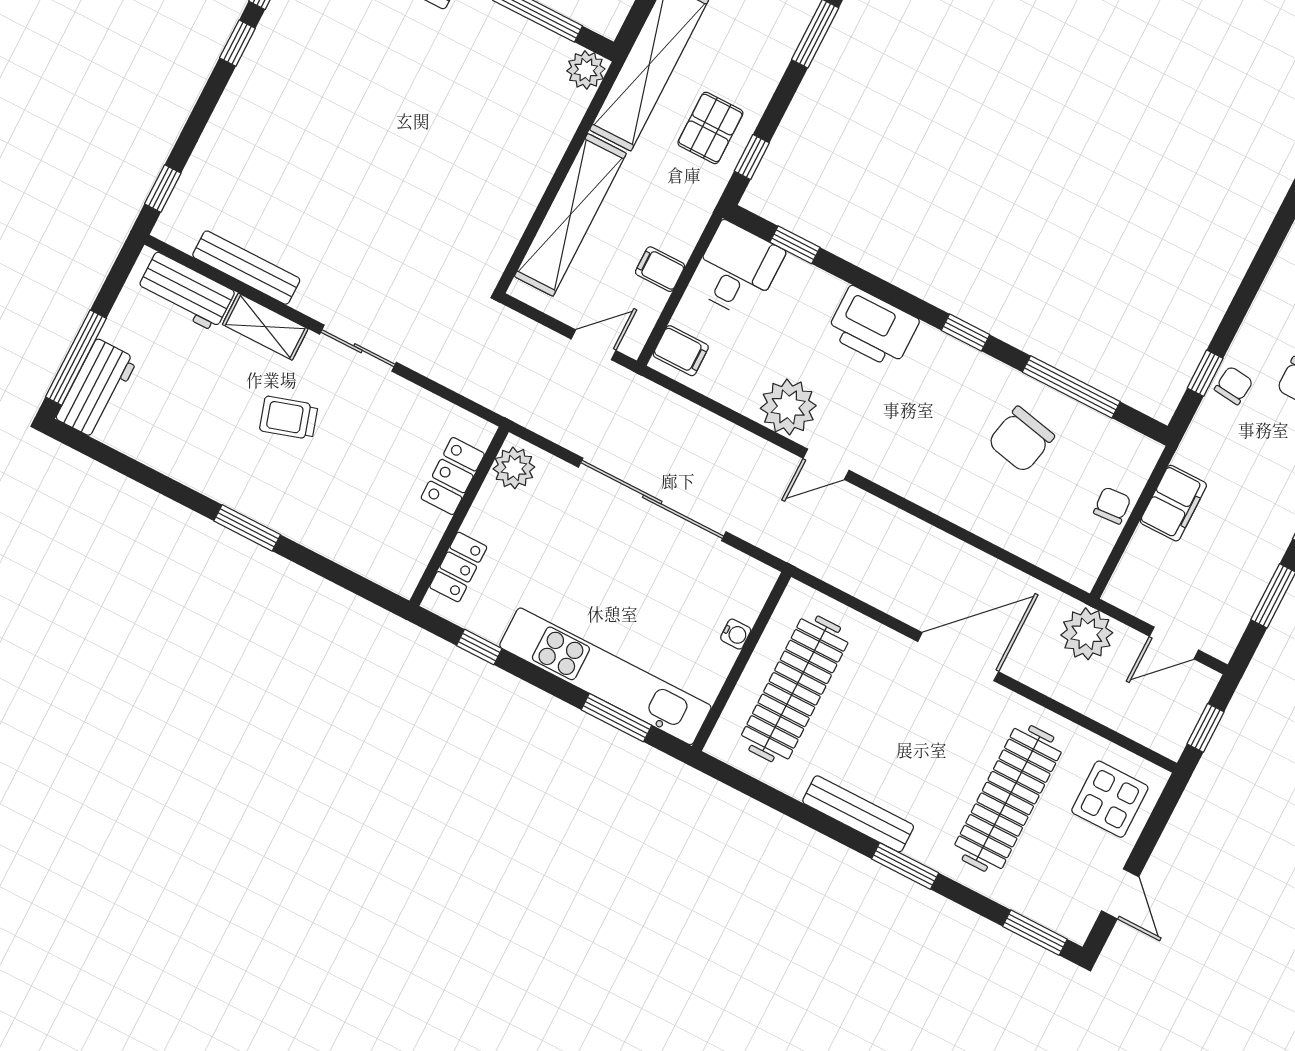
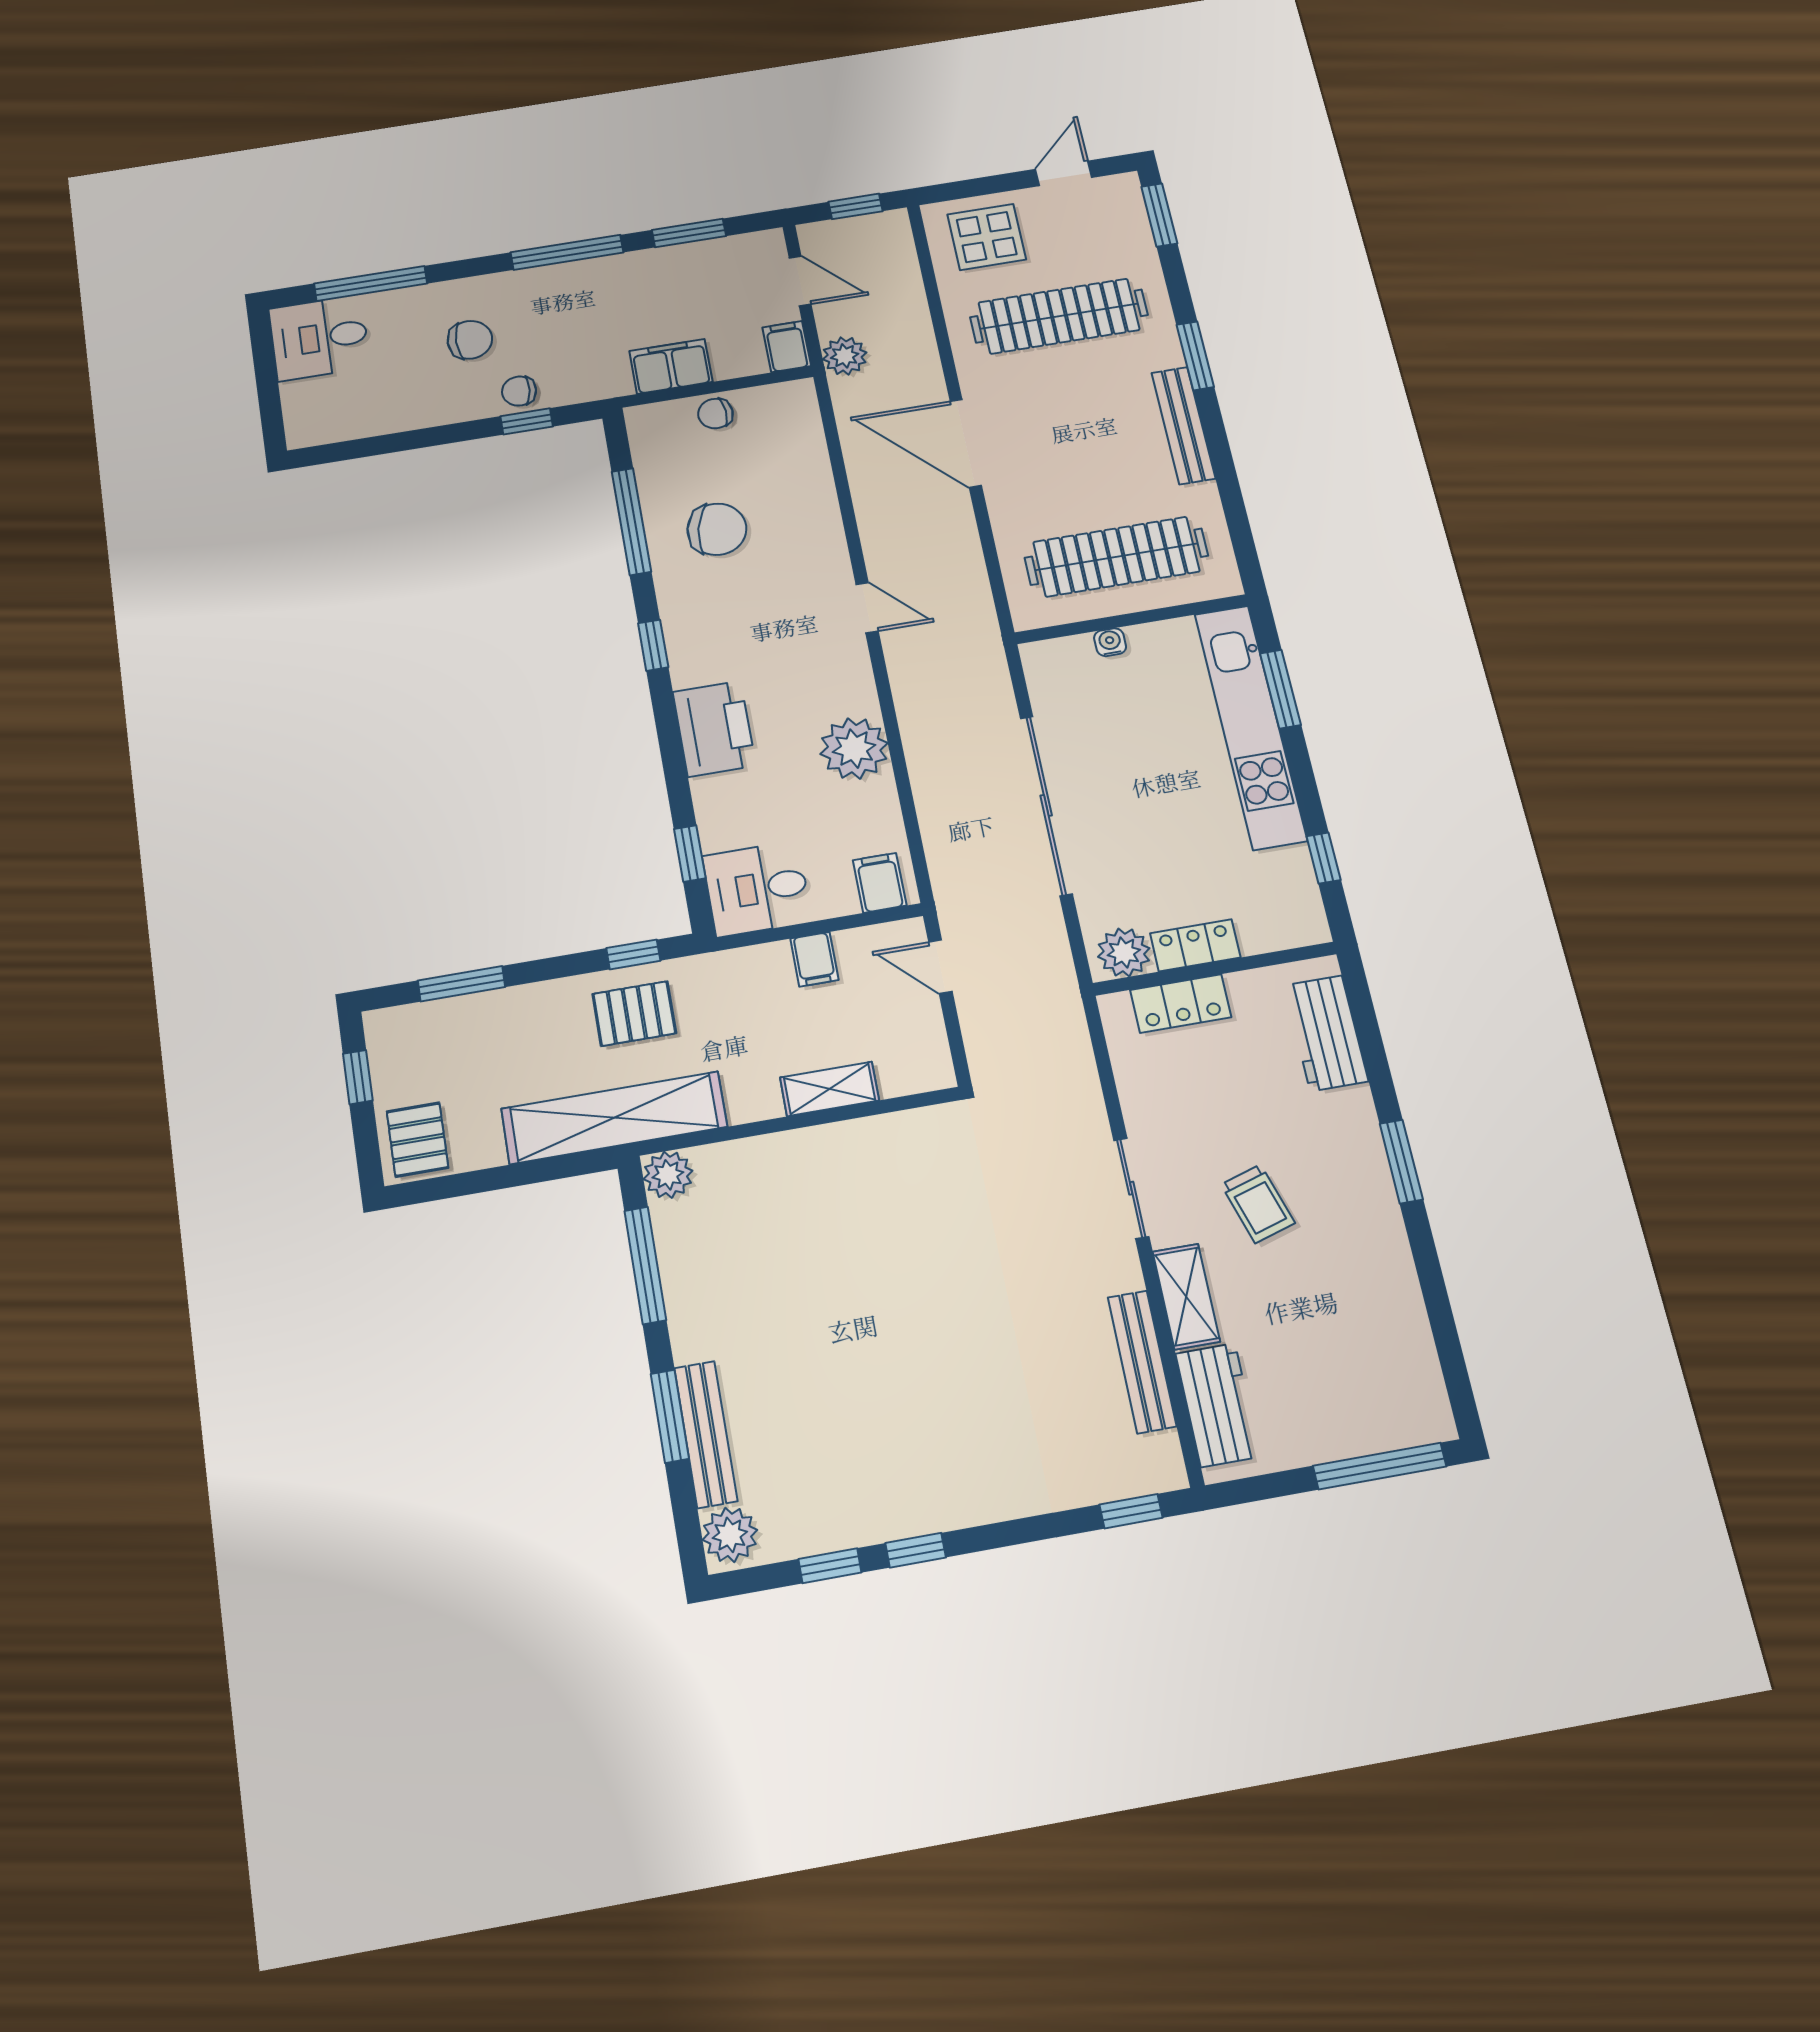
shelving: (570, 215) -> (830, 1089), width x0.45, depth x0.75
workbench: (97, 389) -> (1326, 1033), moved, turned -90
door: (826, 464) -> (867, 608), moved
locker: (458, 567) -> (1195, 945), moved
filing cabinet: (1128, 594) -> (787, 347), added
plant: (1087, 634) -> (845, 356), width x0.73, depth x0.73

